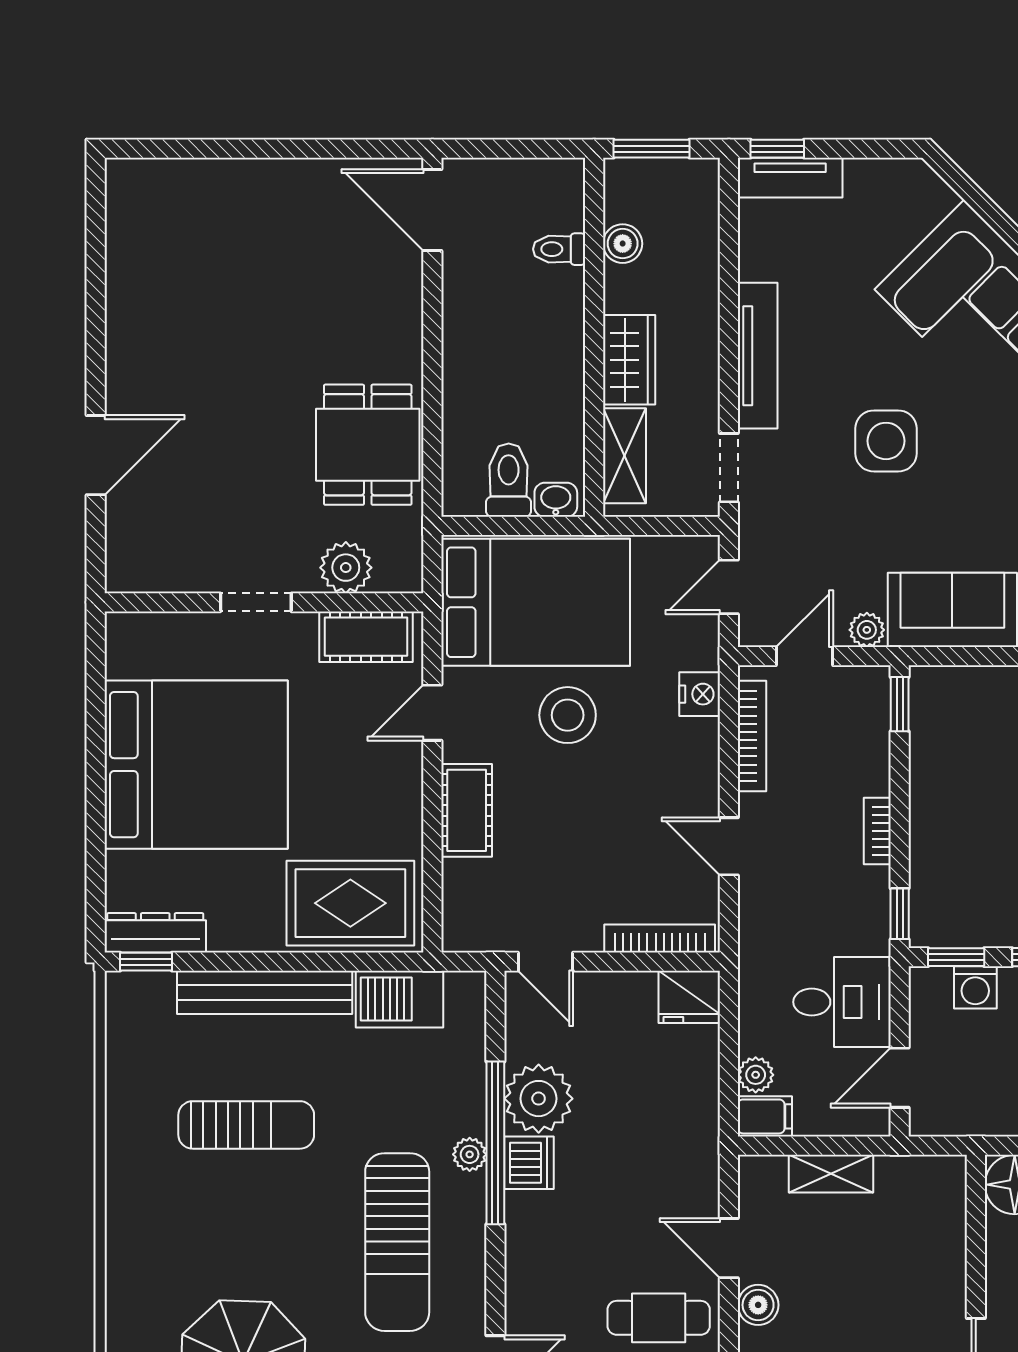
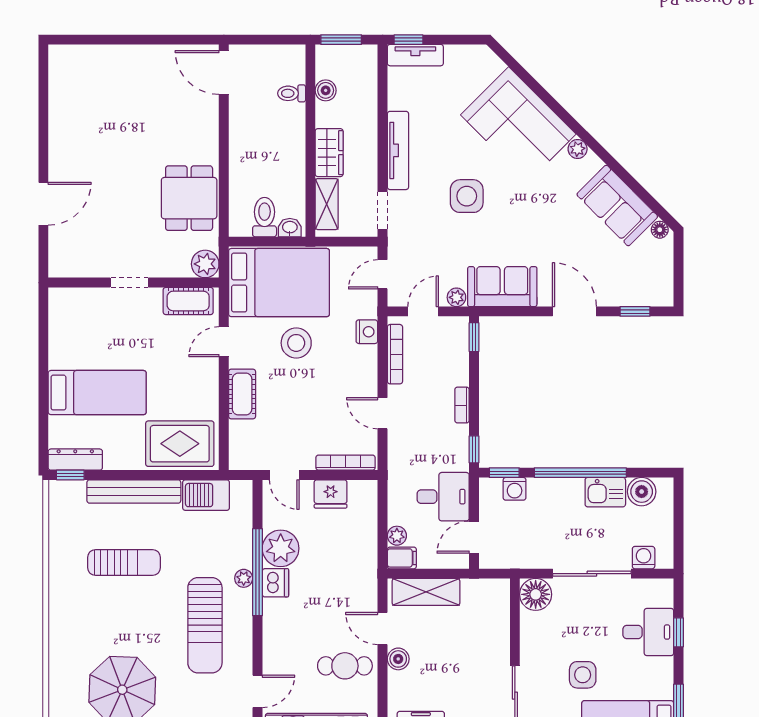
plant: (346, 568) -> (205, 264), moved
bed: (196, 765) -> (97, 393), width x0.49
fridge: (689, 997) -> (331, 494), moved
shelving: (831, 1174) -> (426, 592), width x1.50, depth x1.33

